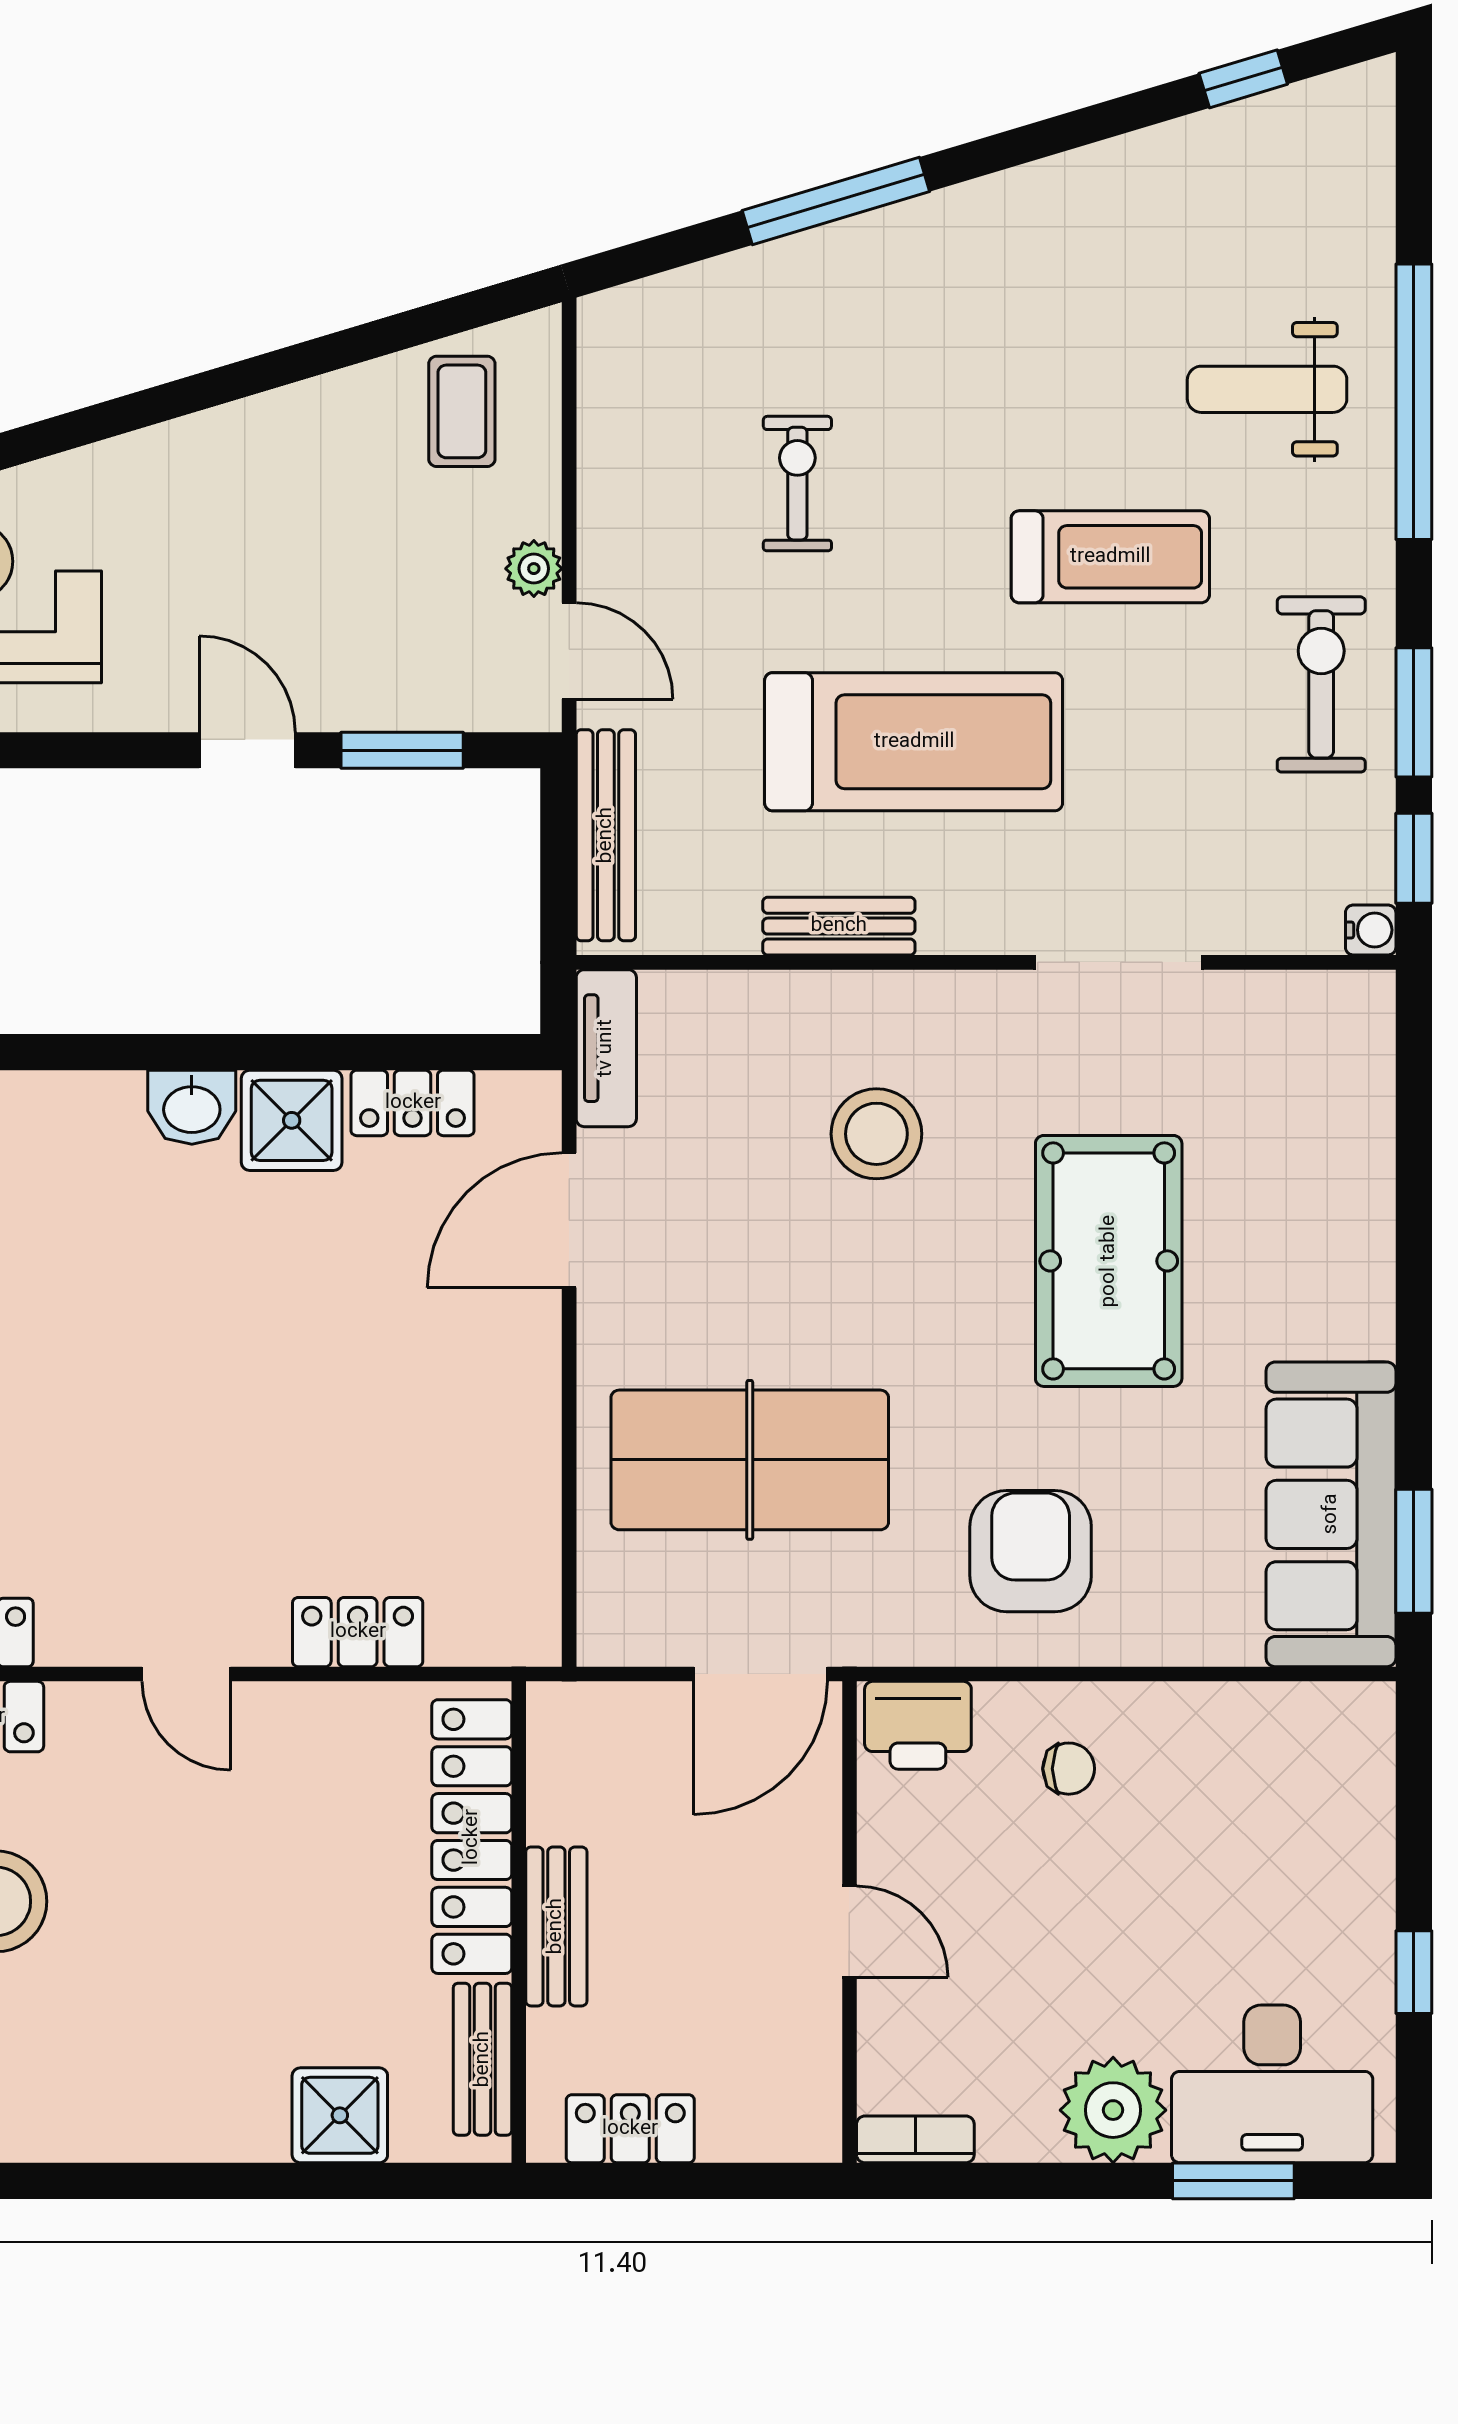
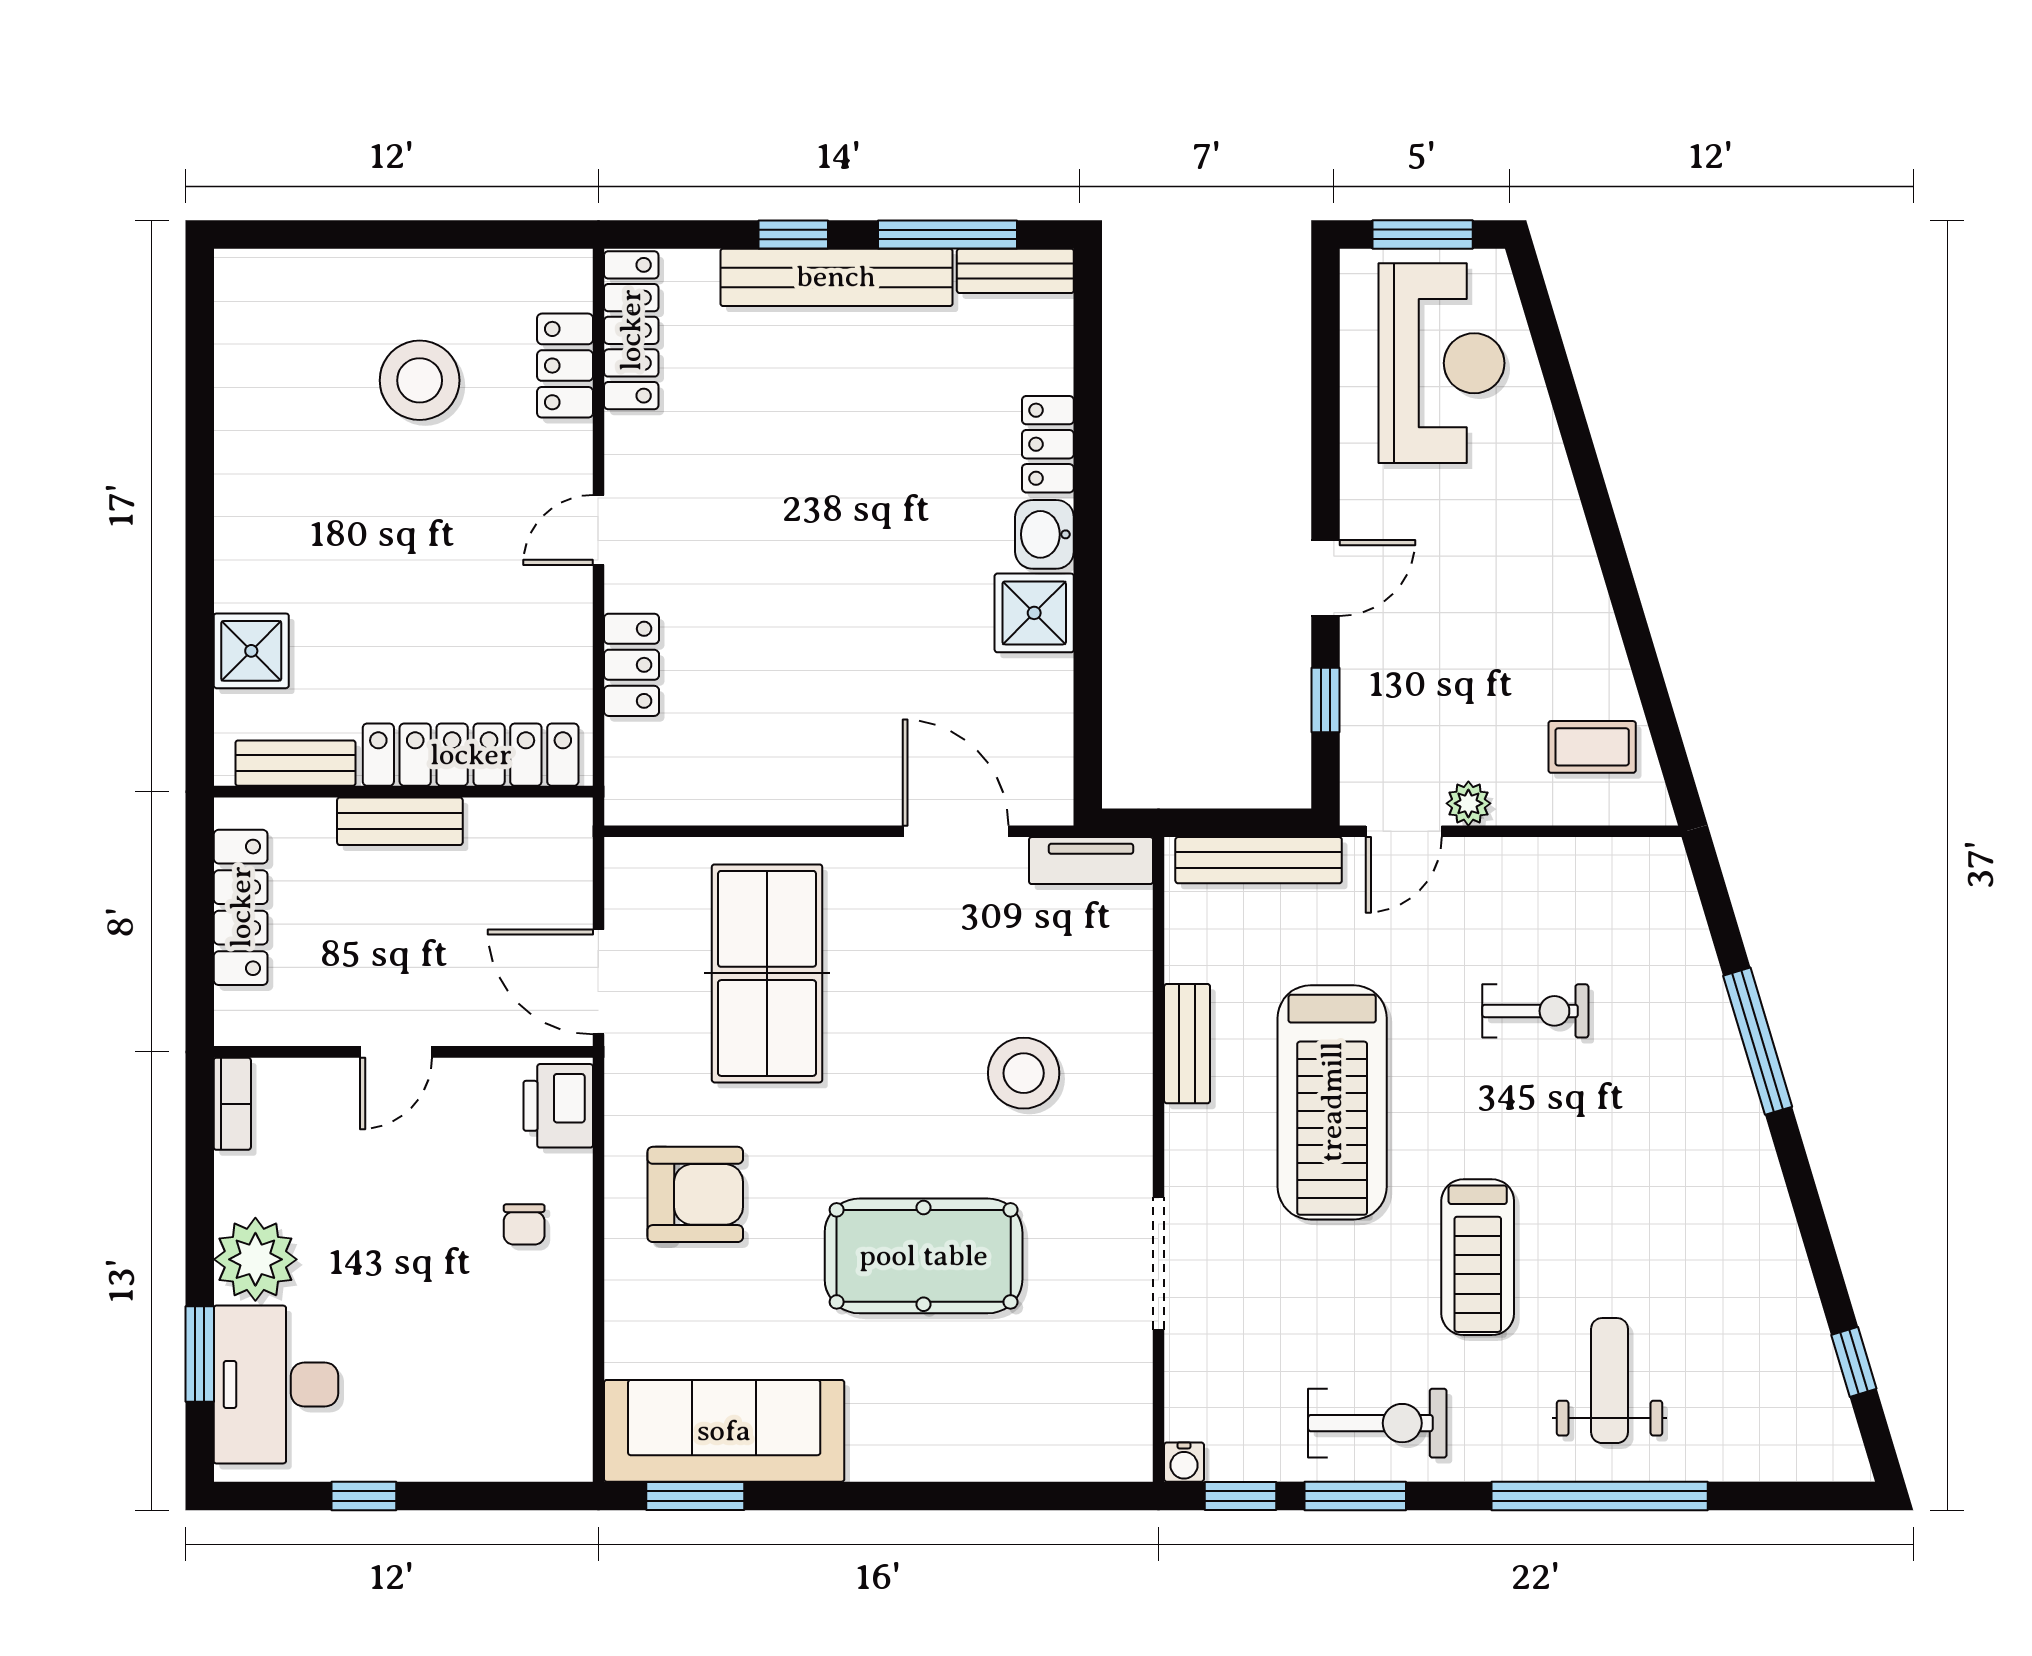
window: (402, 750) -> (1325, 700), width x0.67
locker: (413, 1103) -> (1048, 444), moved
locker: (630, 2129) -> (241, 907), width x1.53

